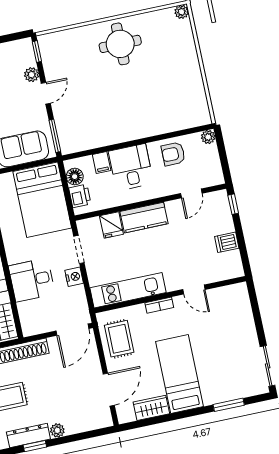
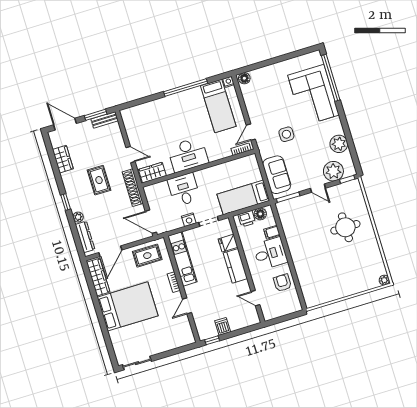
round table: (120, 44) -> (345, 227), moved
plant: (32, 75) -> (333, 171), width x1.88, depth x1.88
plant: (208, 137) -> (297, 307), removed
bed: (42, 200) -> (243, 197), width x0.67
window: (233, 204) -> (212, 340), moved
bed: (179, 374) -> (128, 306), width x1.50
door: (109, 390) -> (110, 251), hinge flipped
window: (229, 405) -> (107, 338), removed
wardrobe: (151, 408) -> (98, 277), width x1.50
dresser: (28, 435) -> (85, 237), moved

